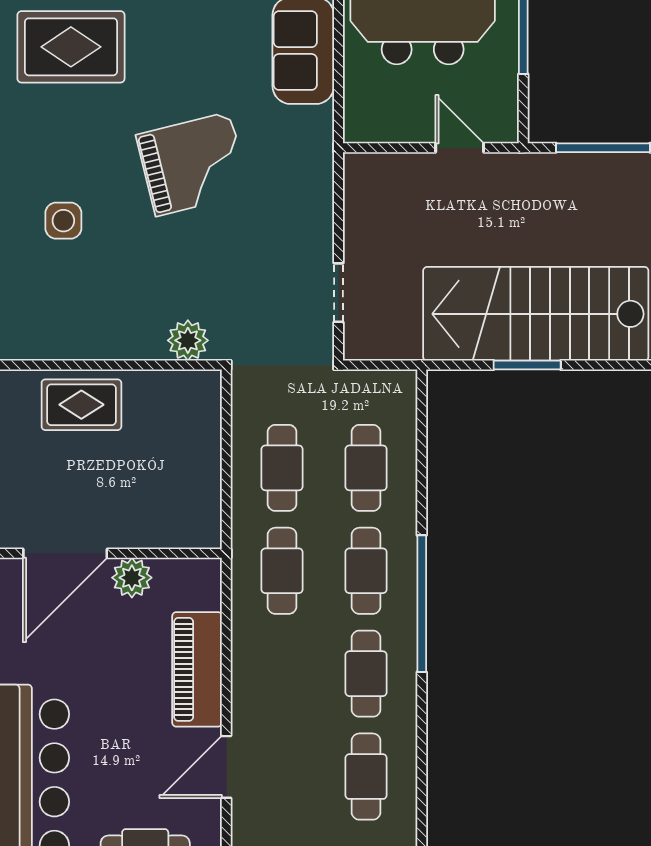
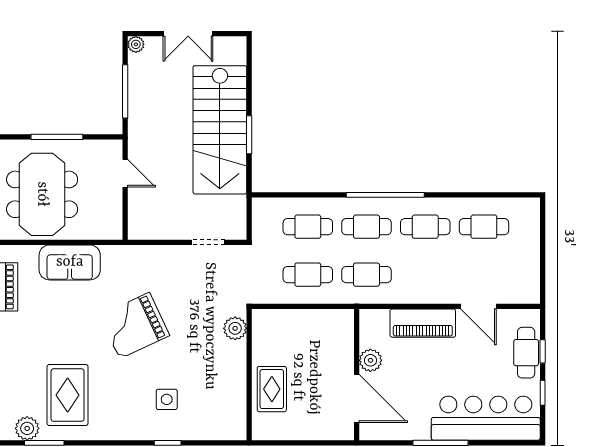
door: (460, 148) -> (125, 173), swing flipped
grand piano: (193, 164) -> (134, 325), turned -101

